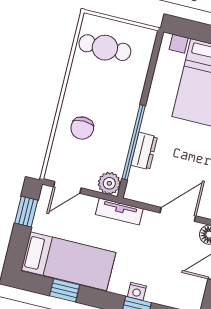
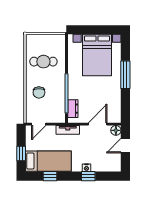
cafe table: (105, 48) -> (43, 62), moved
dresser: (144, 151) -> (73, 109), moved
plant: (109, 183) -> (59, 117), removed
window: (26, 212) -> (21, 154), moved

